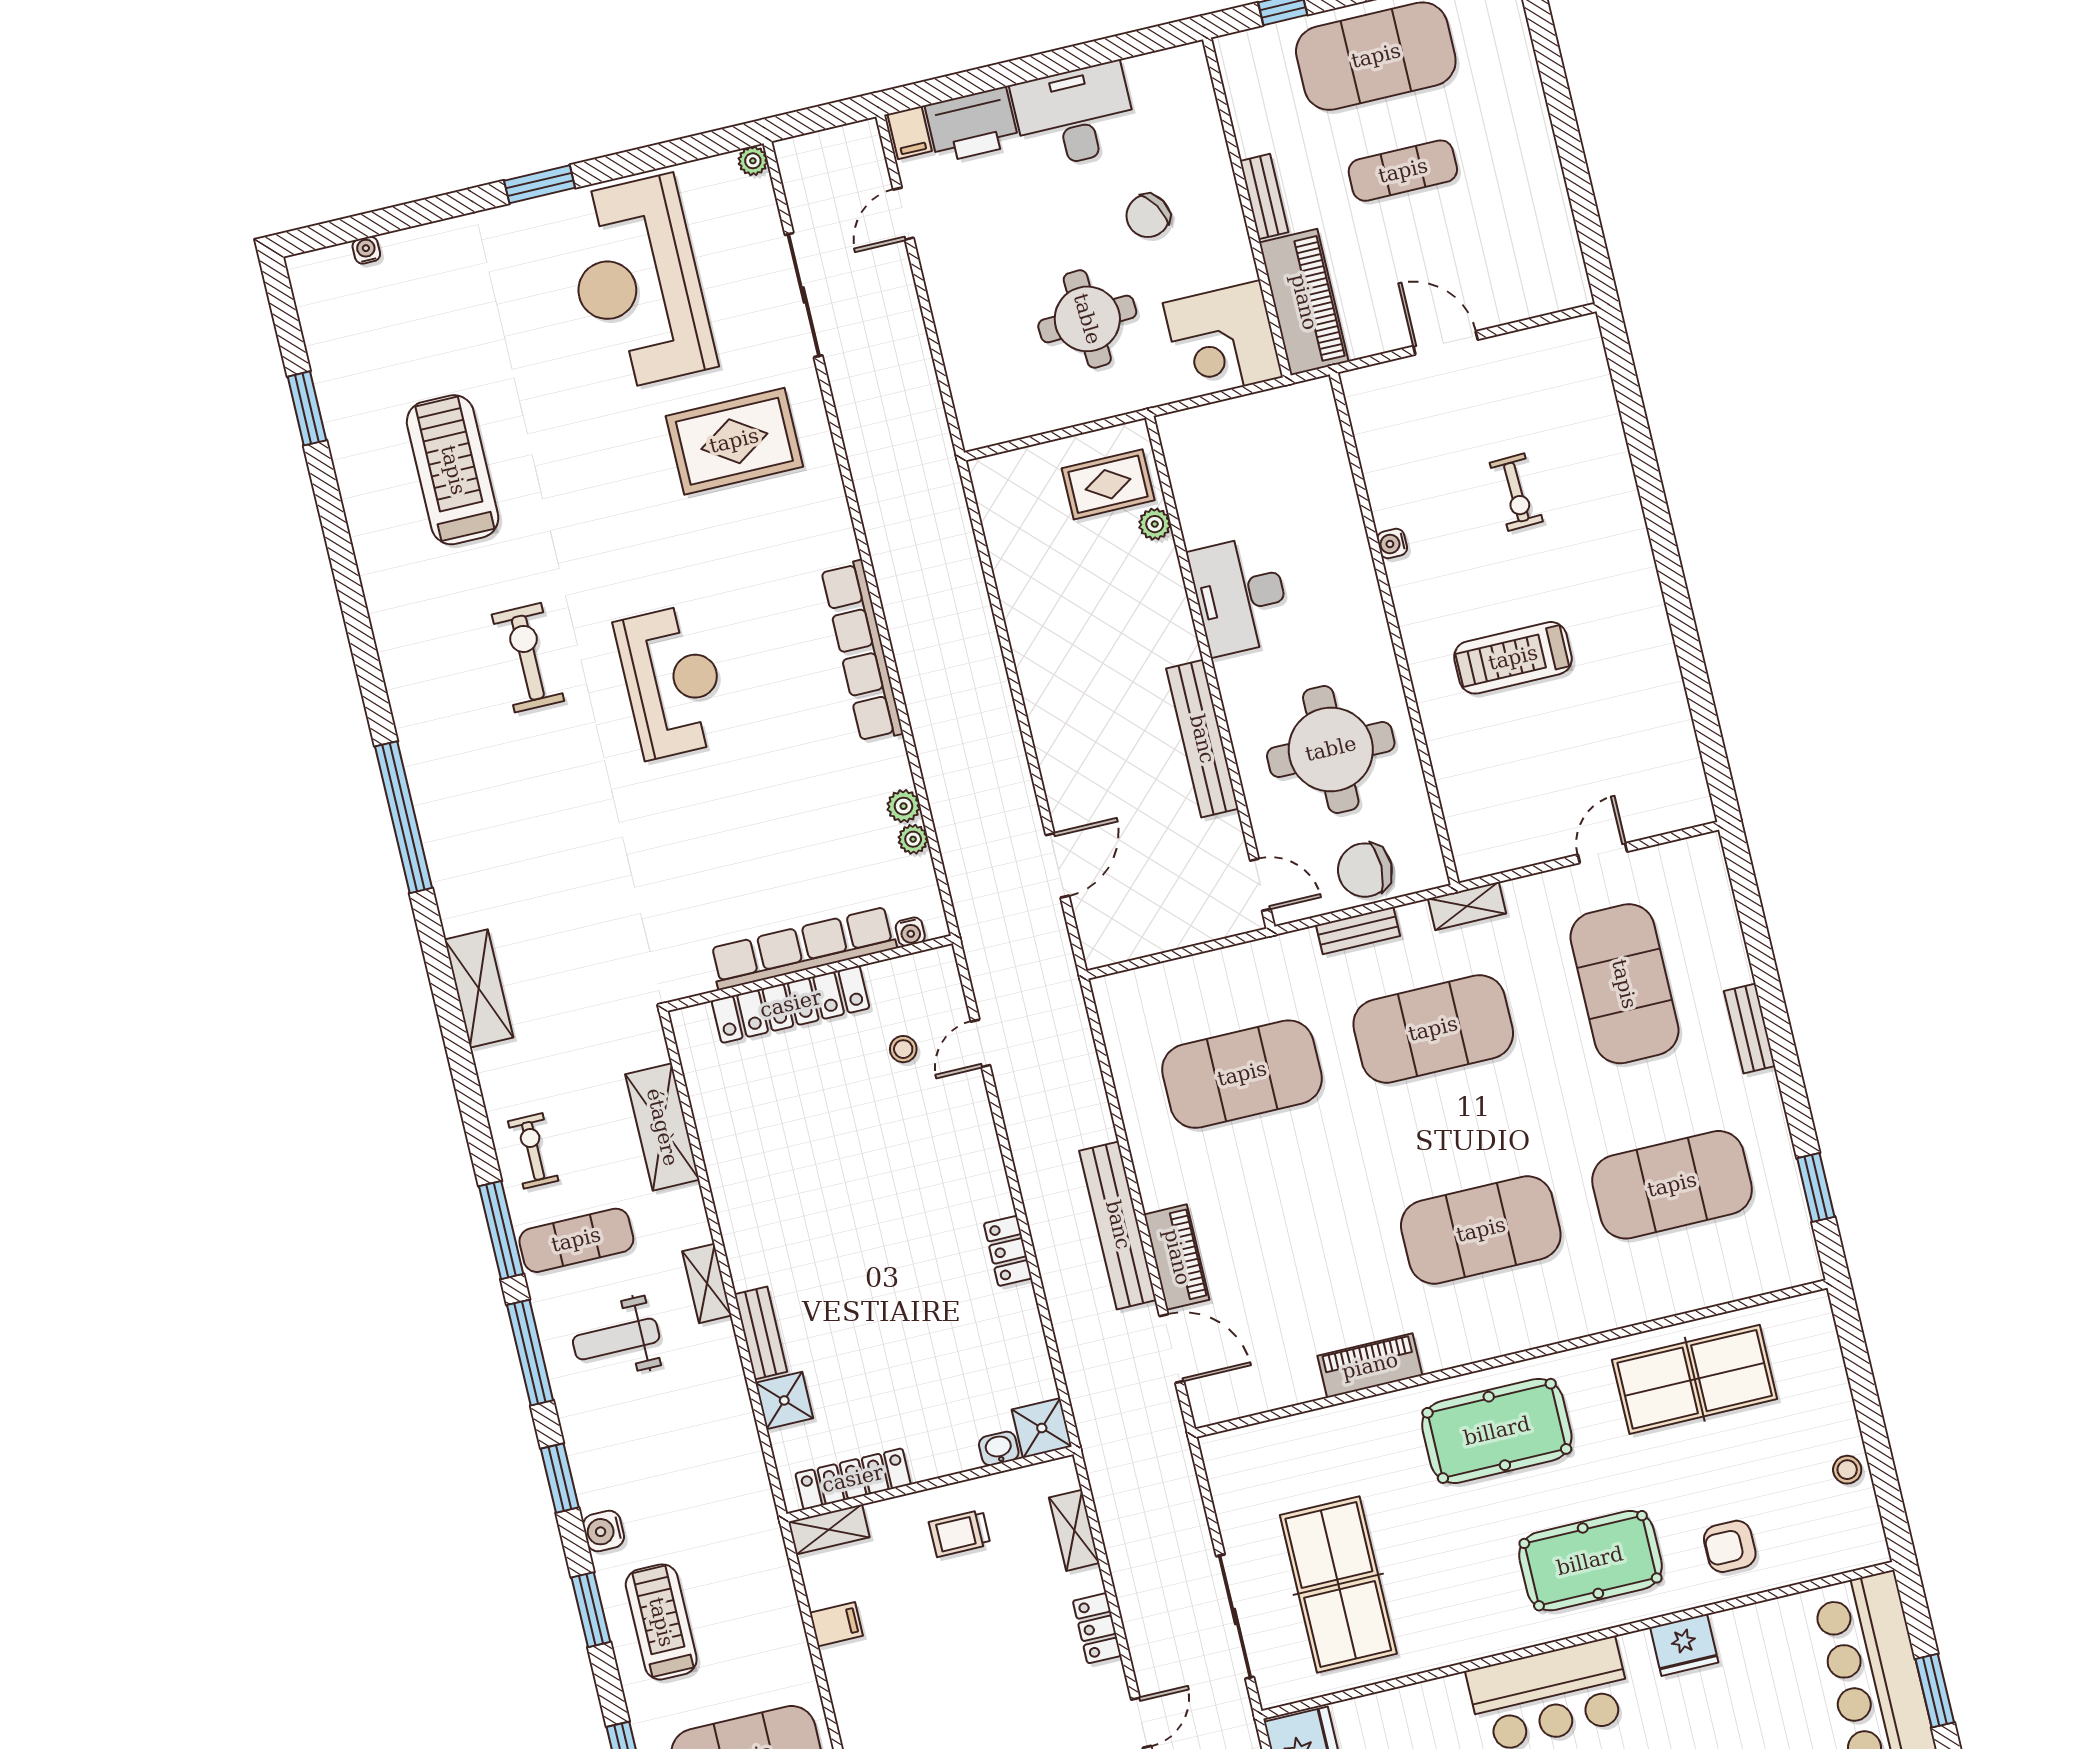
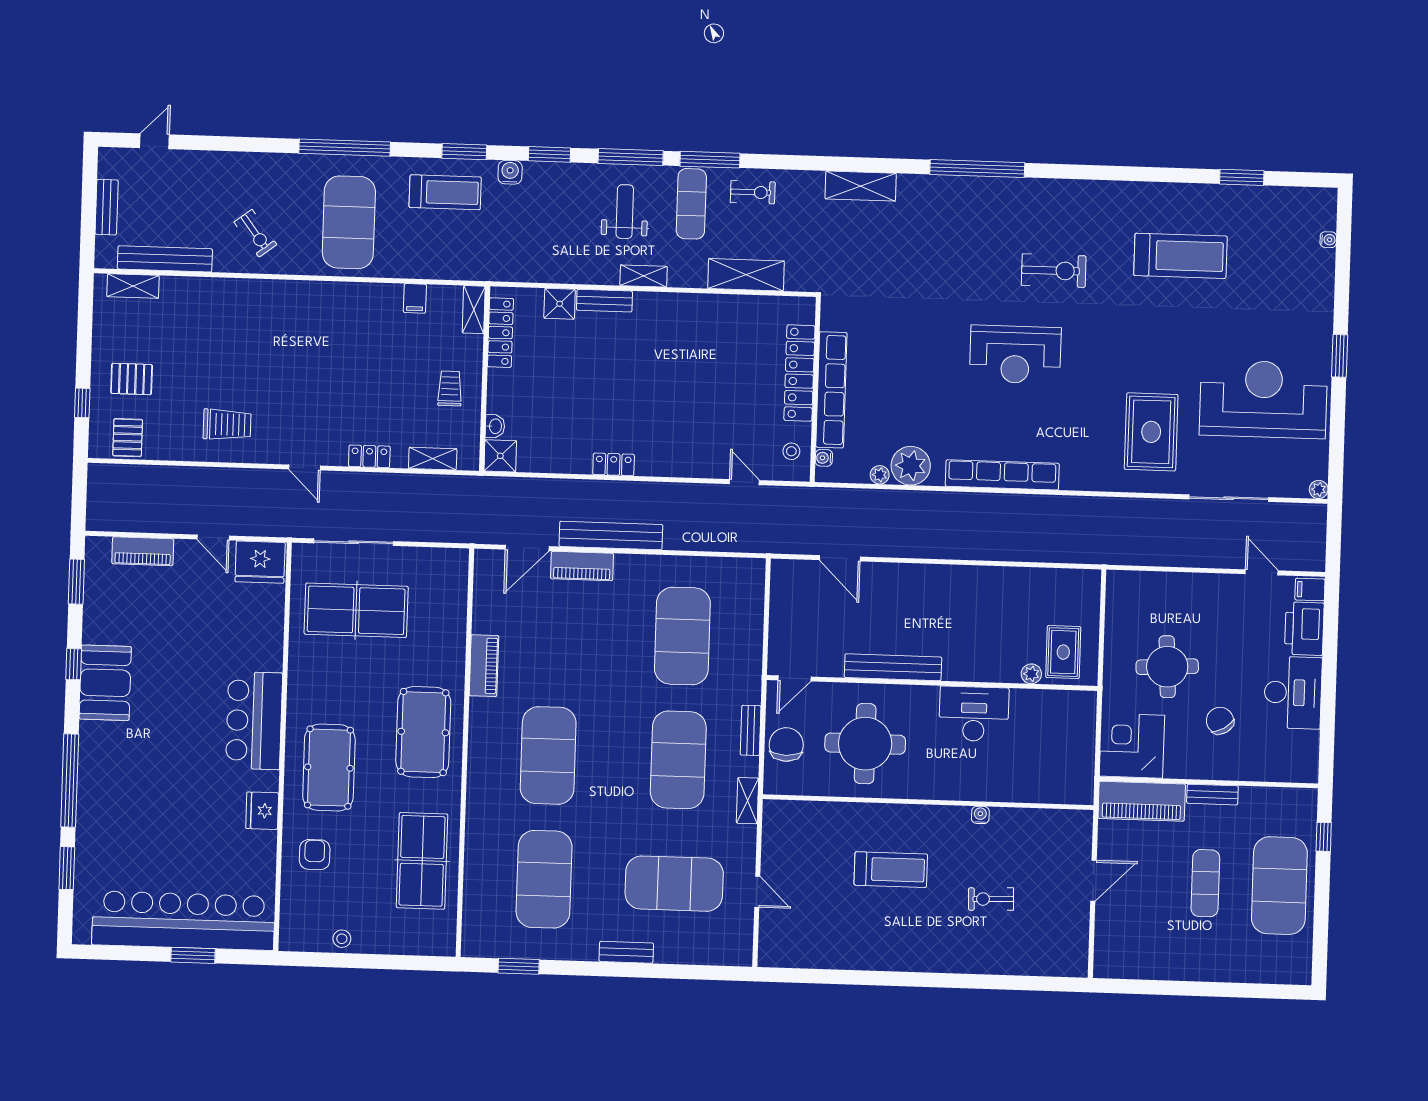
treadmill: (1513, 658) -> (891, 870), turned 90
plant: (904, 806) -> (911, 466), width x1.87, depth x1.87
stool: (903, 1049) -> (791, 451), moved

